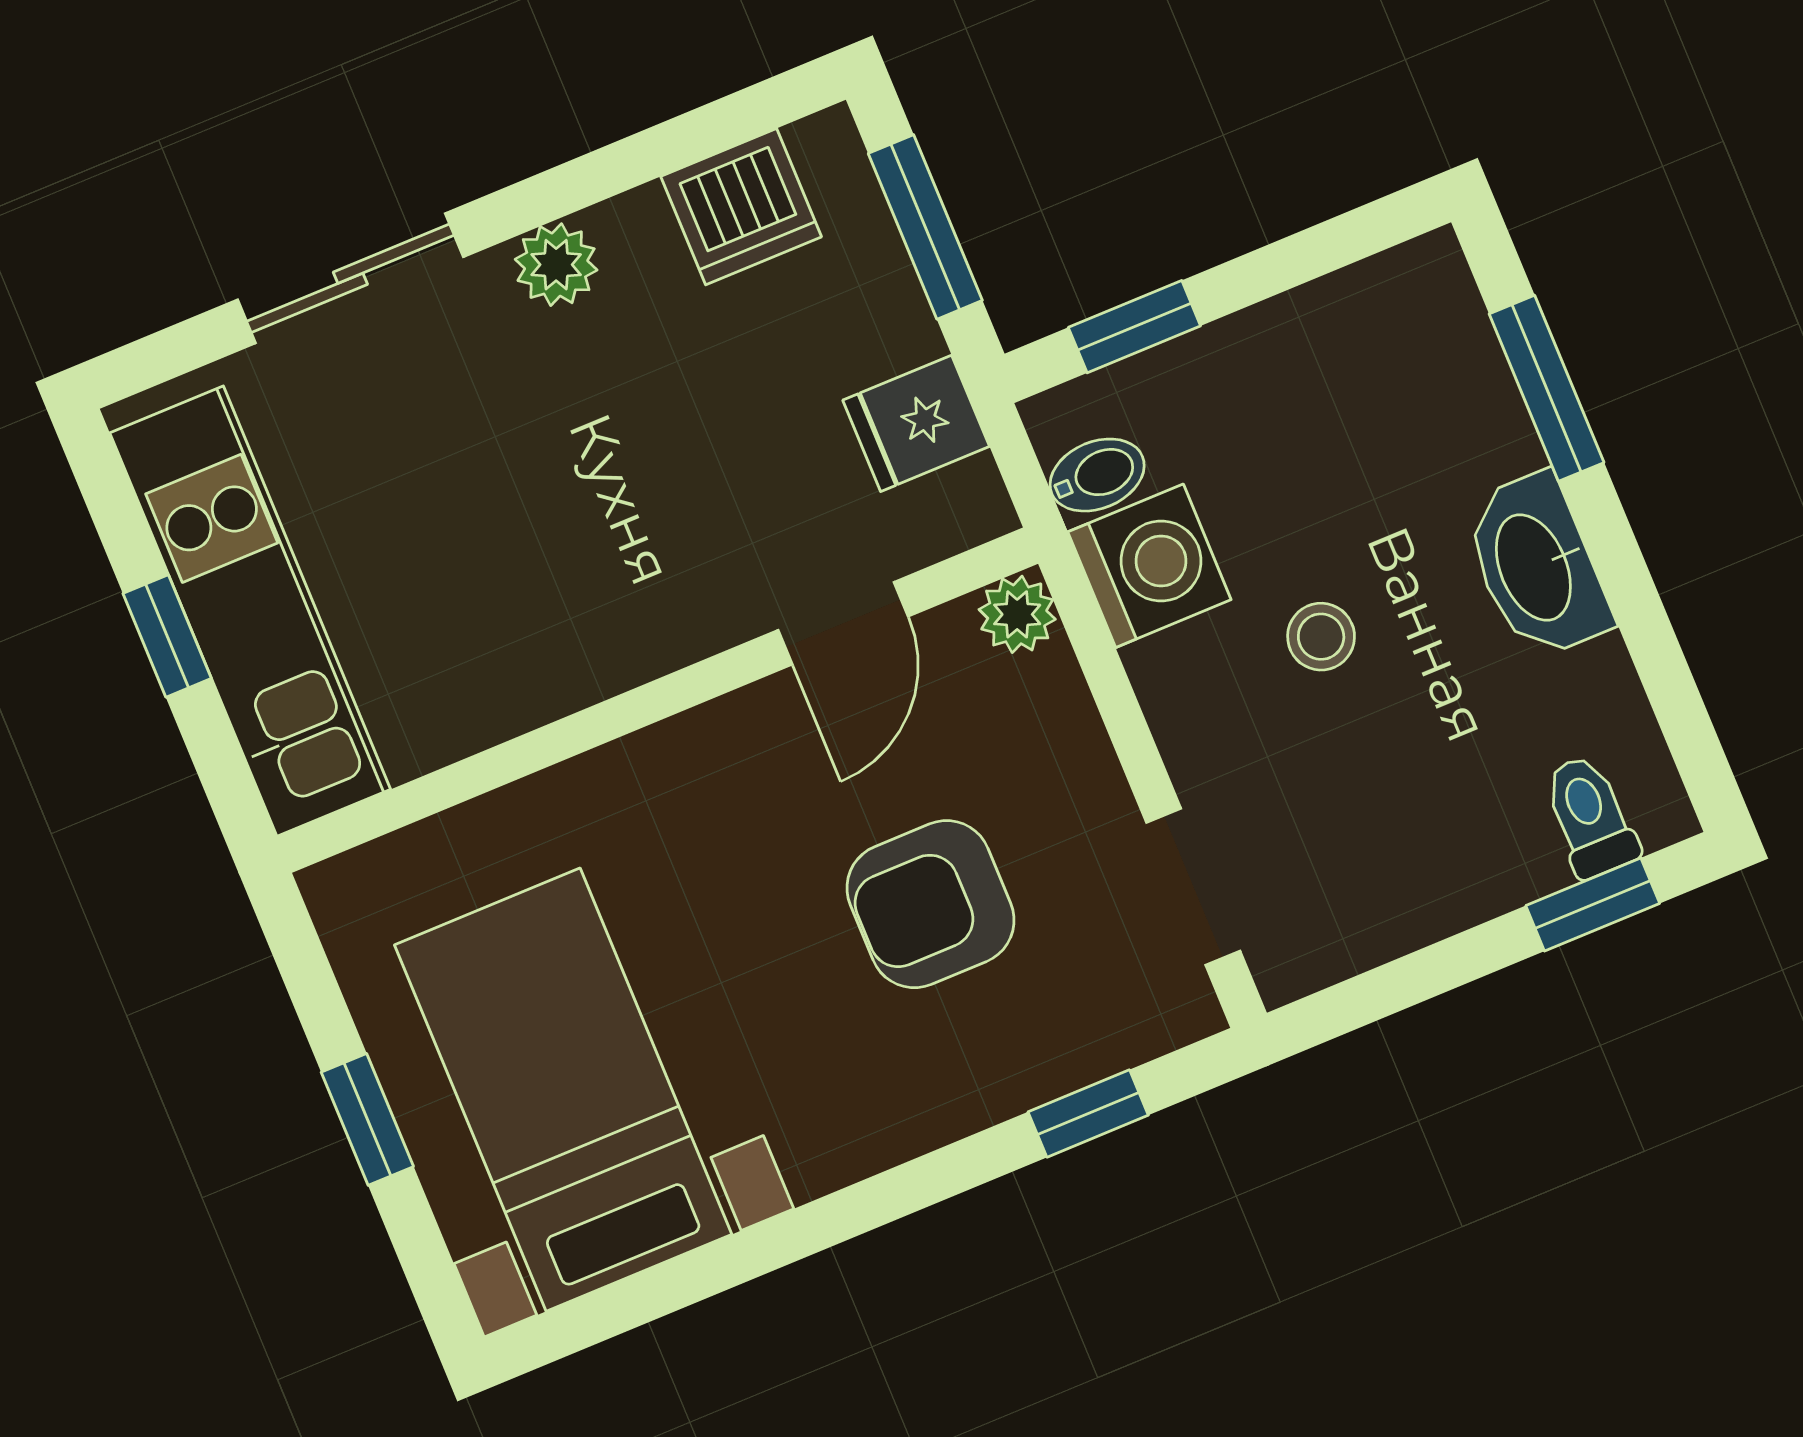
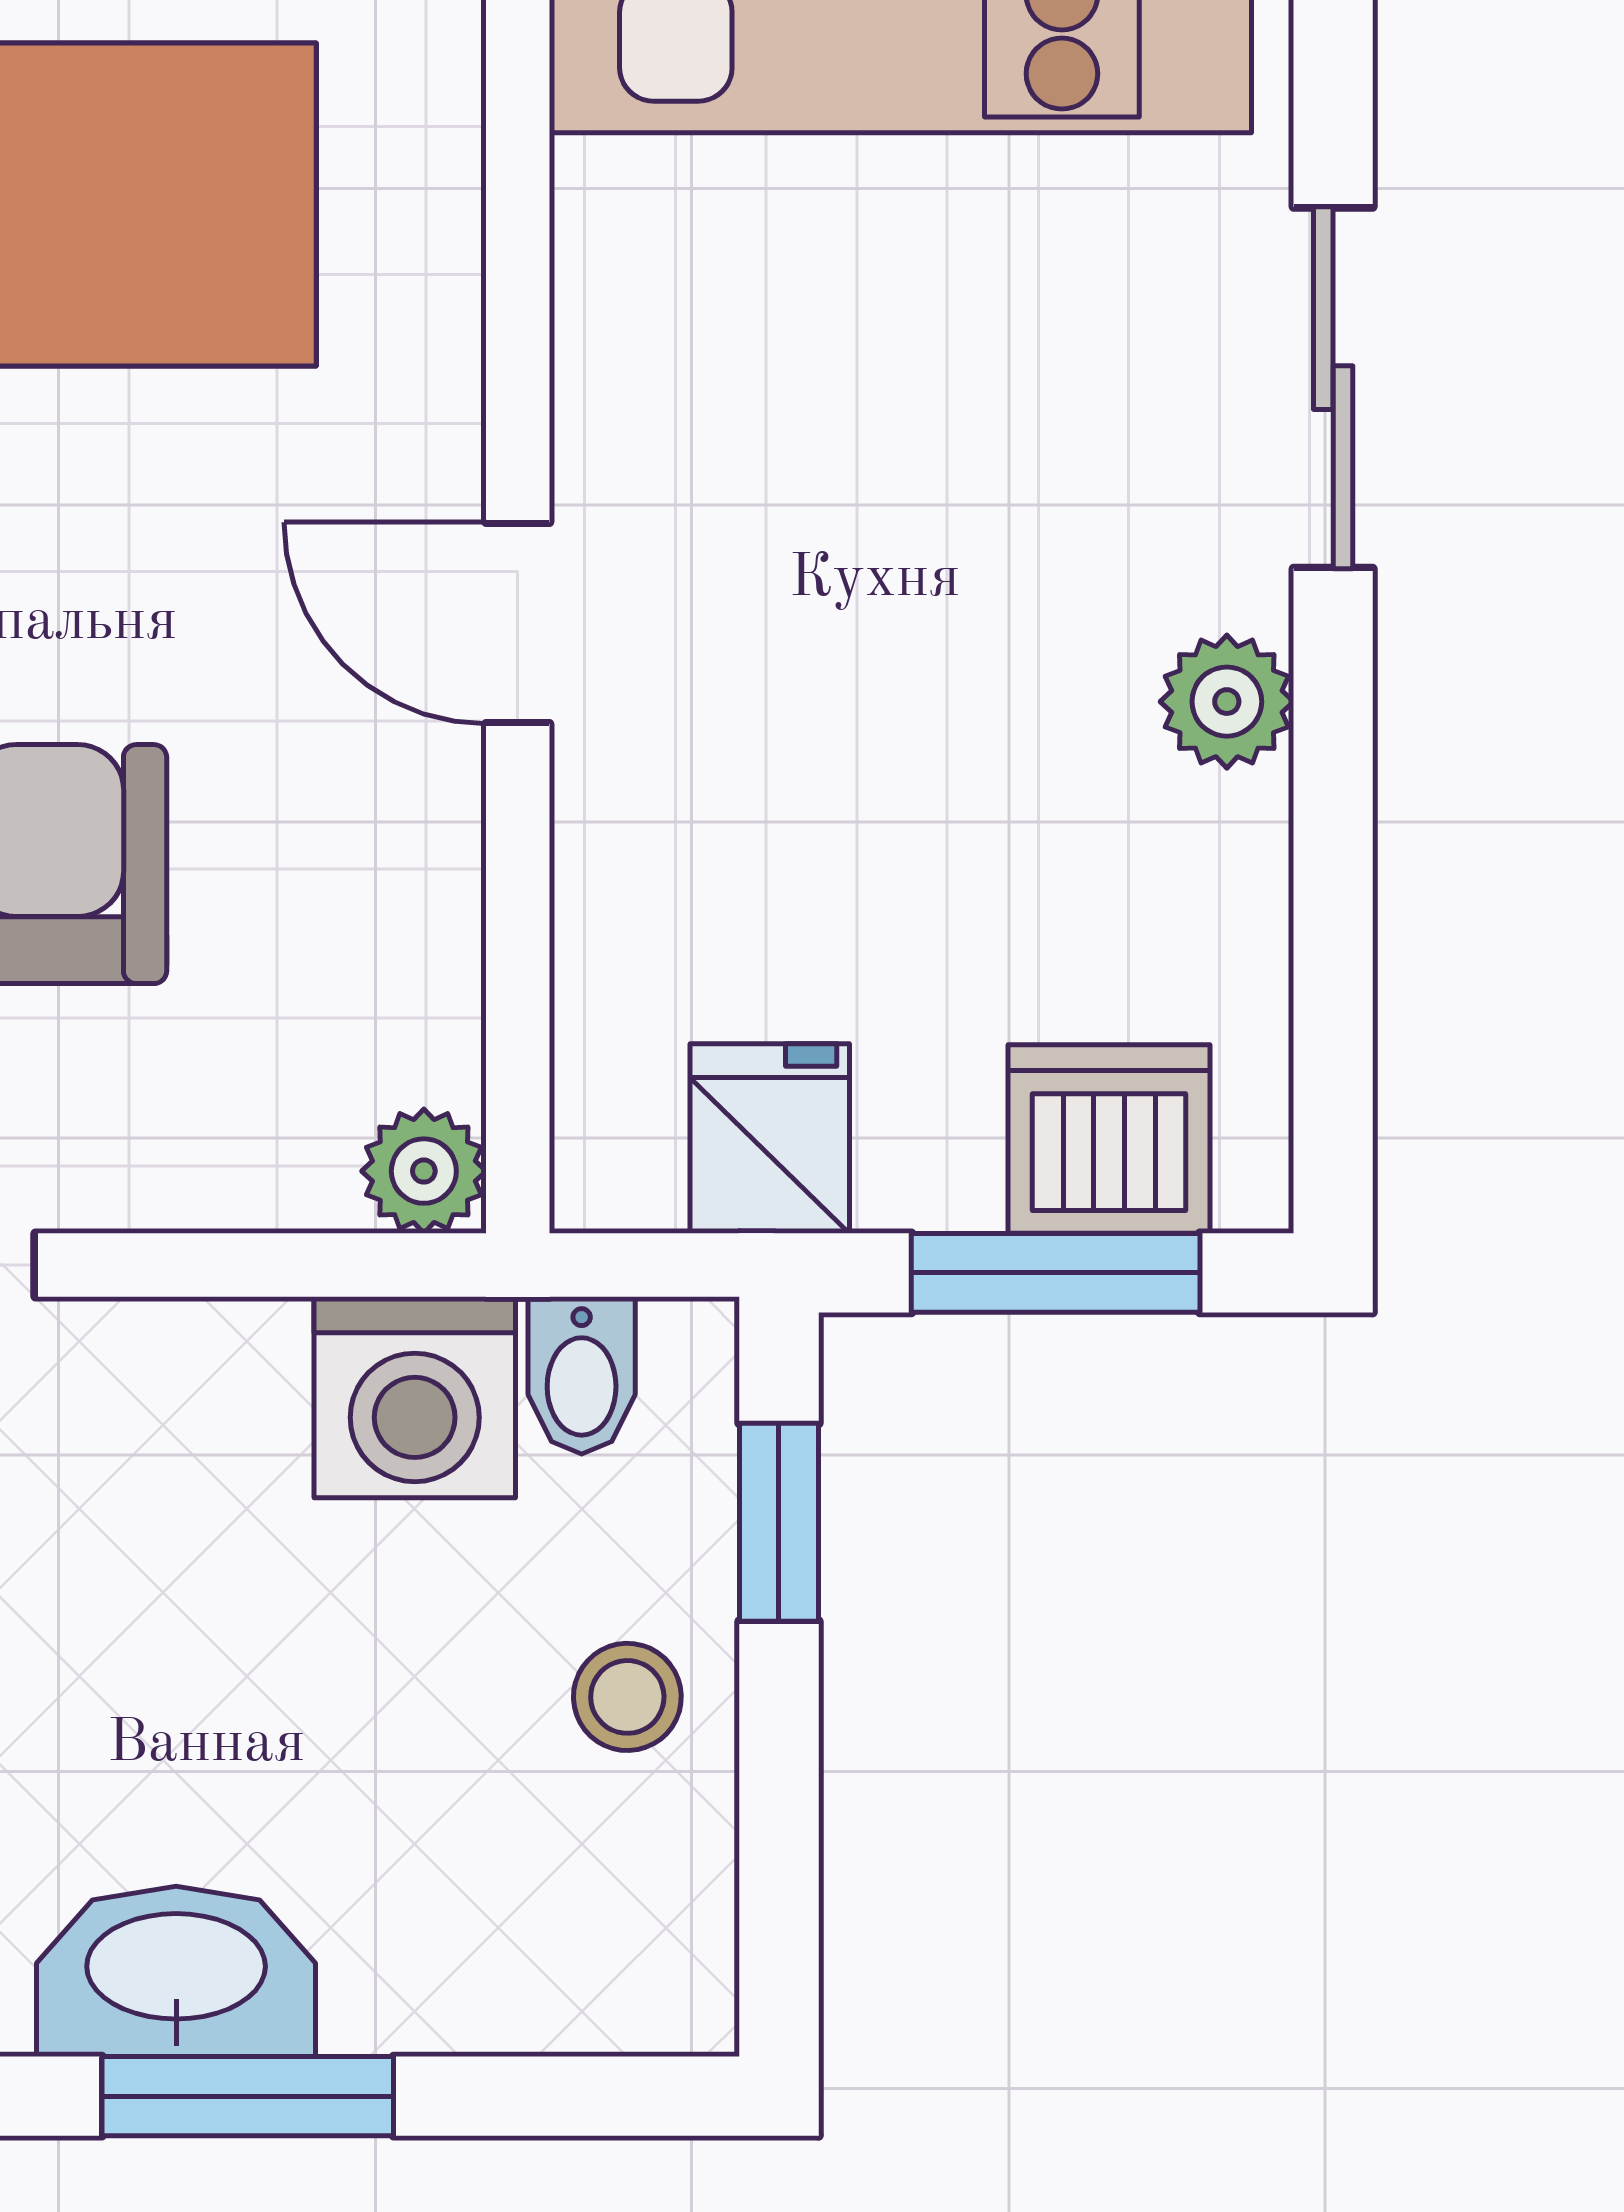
dishwasher: (741, 207) -> (1109, 1139), moved, turned 90
window: (1547, 388) -> (248, 2096), moved
door: (843, 623) -> (518, 623), moved
stool: (1321, 637) -> (627, 1697), moved

